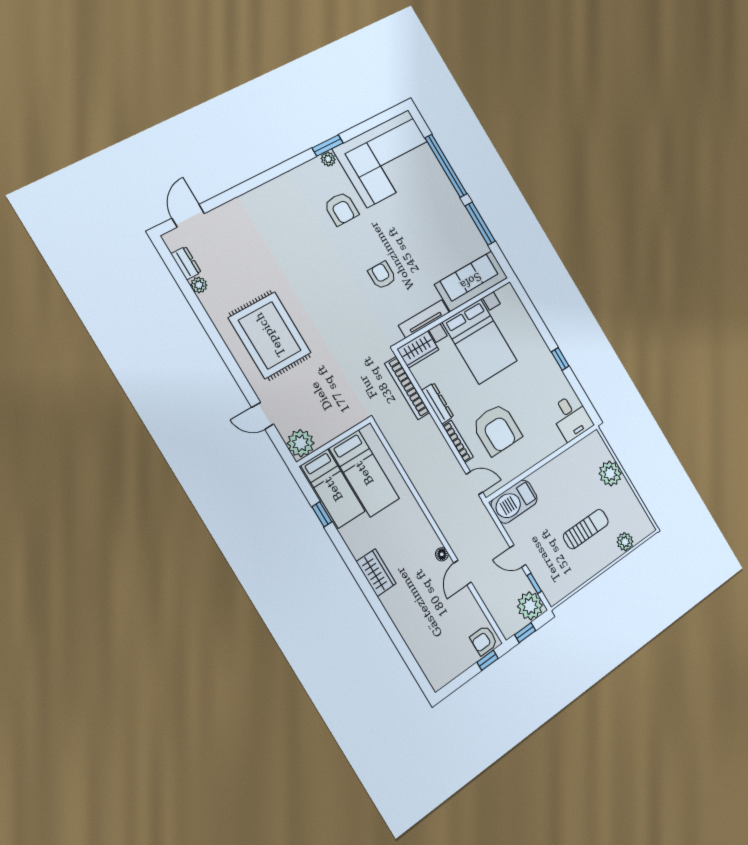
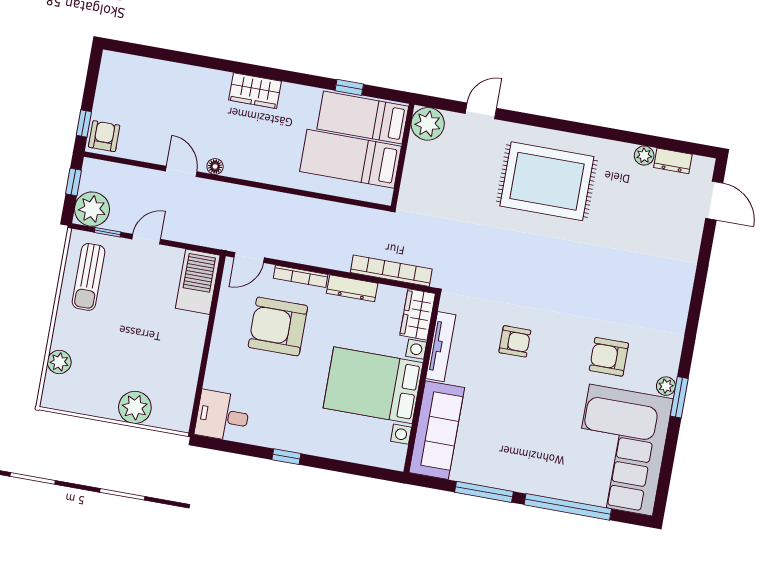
sun lounger: (586, 529) -> (89, 277), moved

